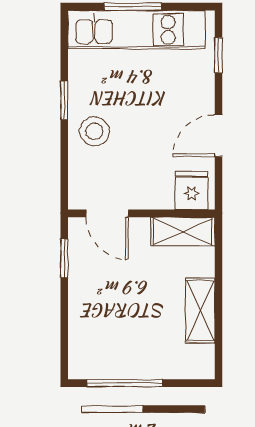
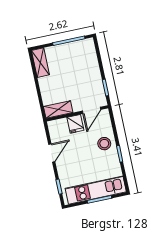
fridge: (192, 190) -> (75, 124), moved
door: (107, 213) -> (92, 110), swing flipped
shelving: (200, 310) -> (40, 63), moved

